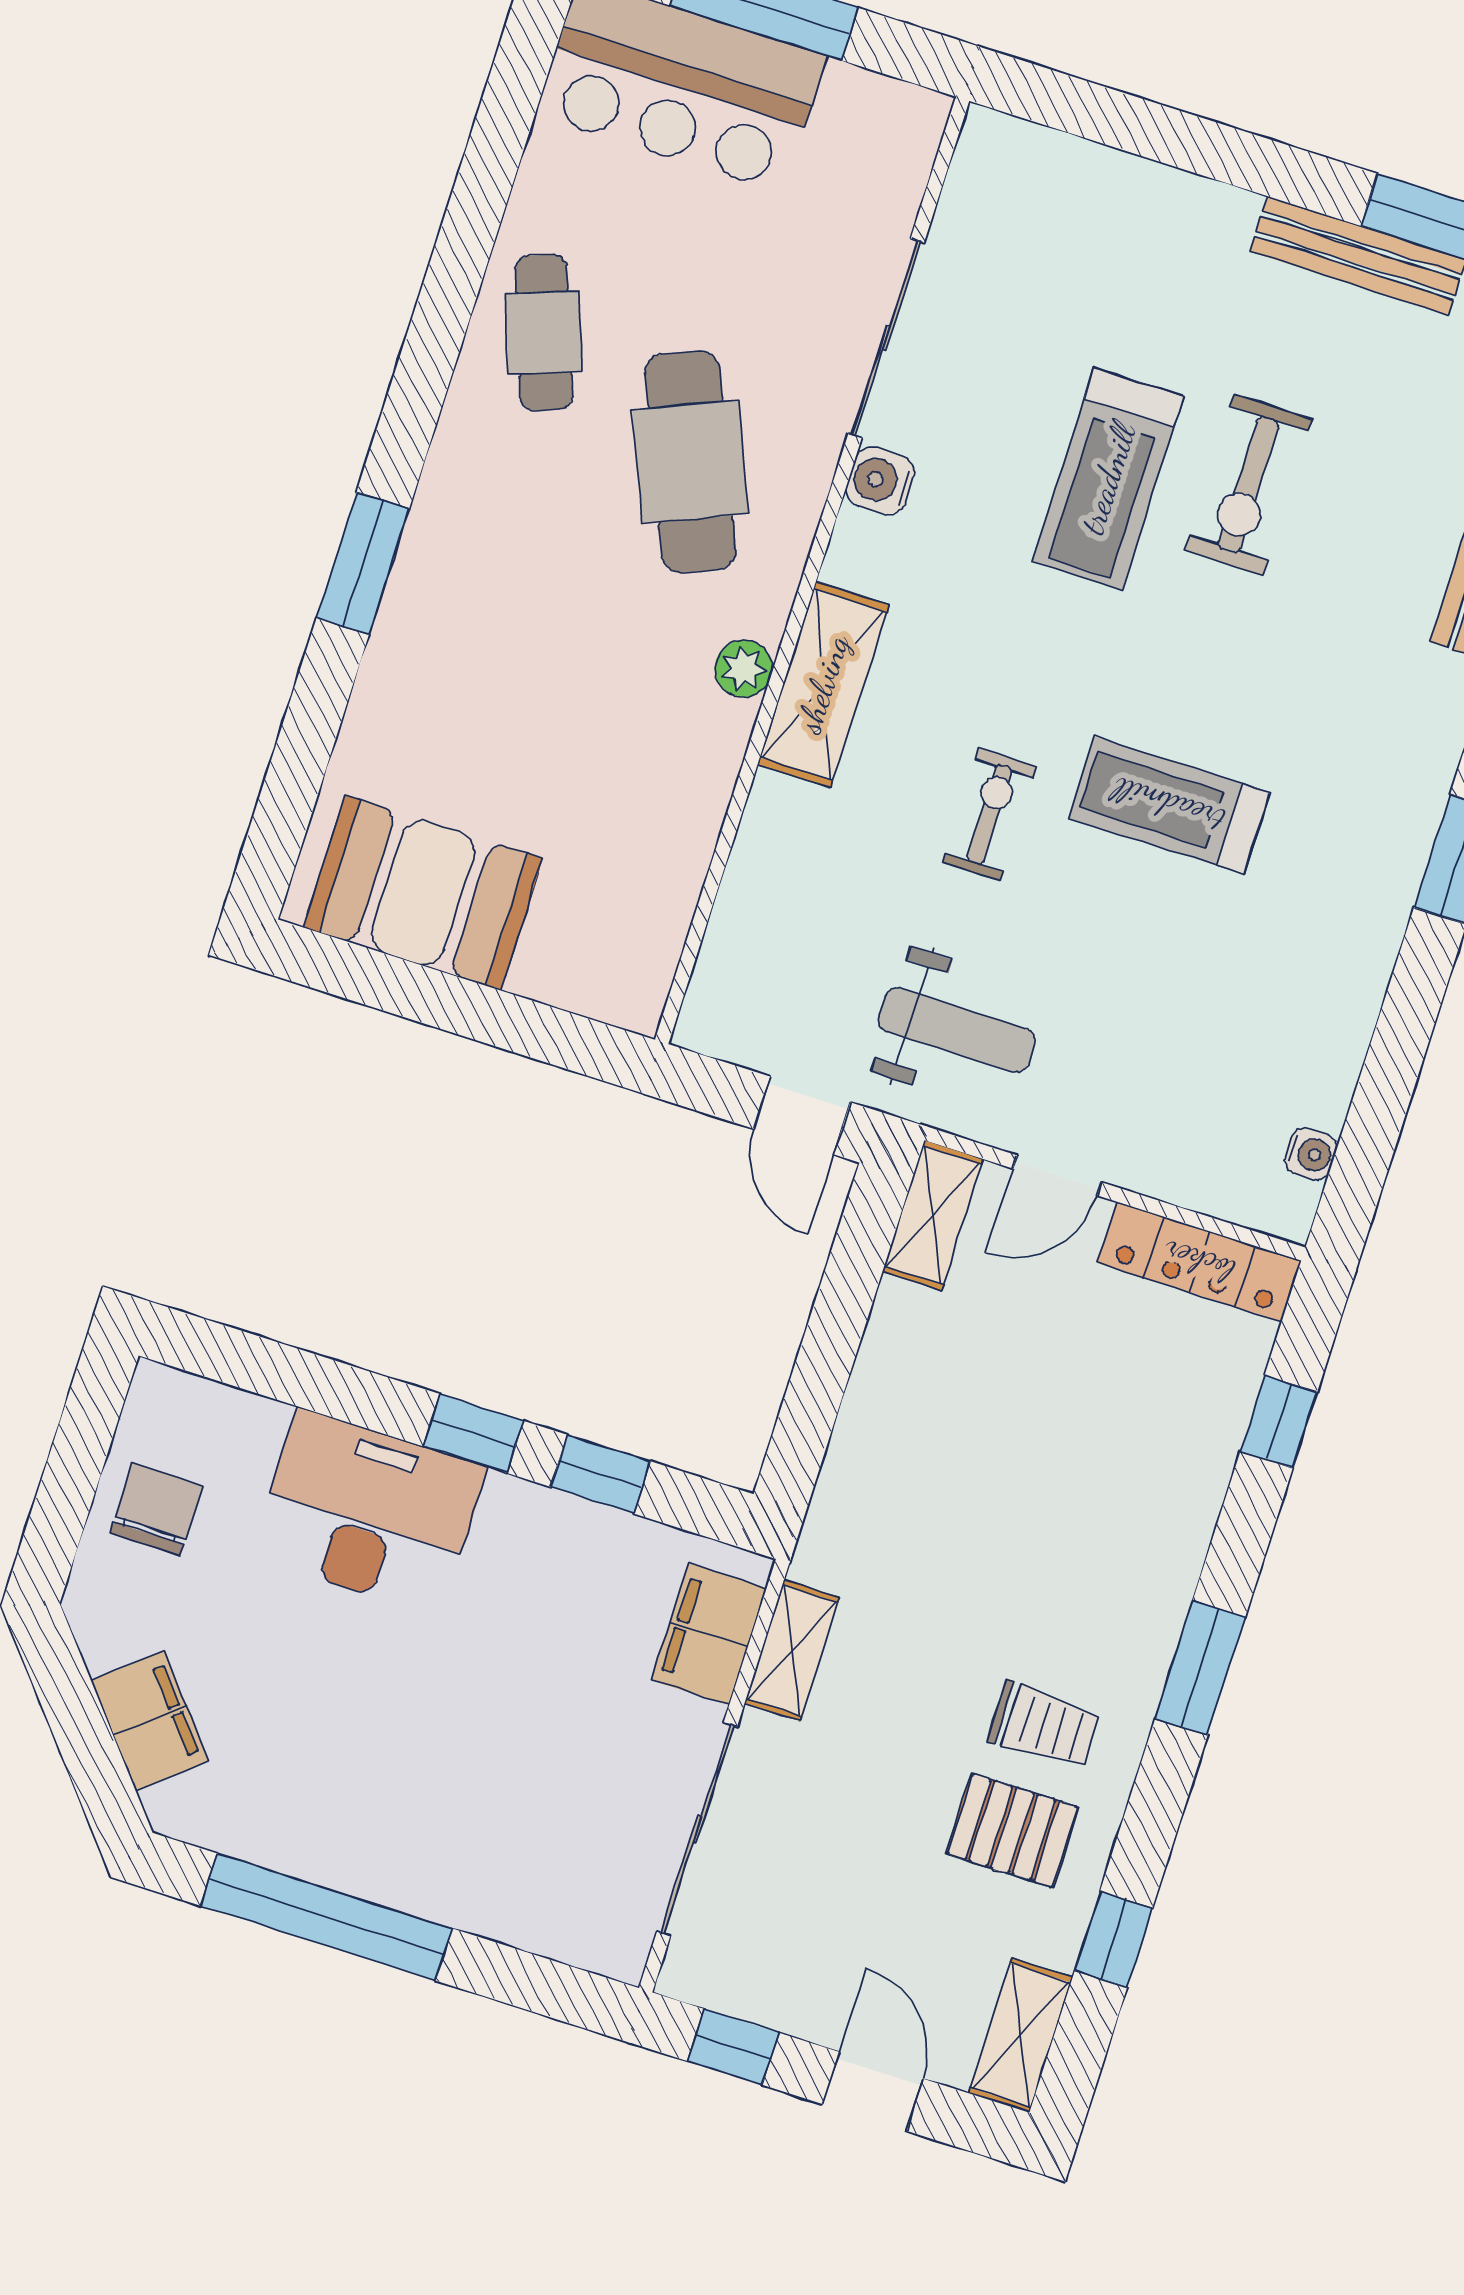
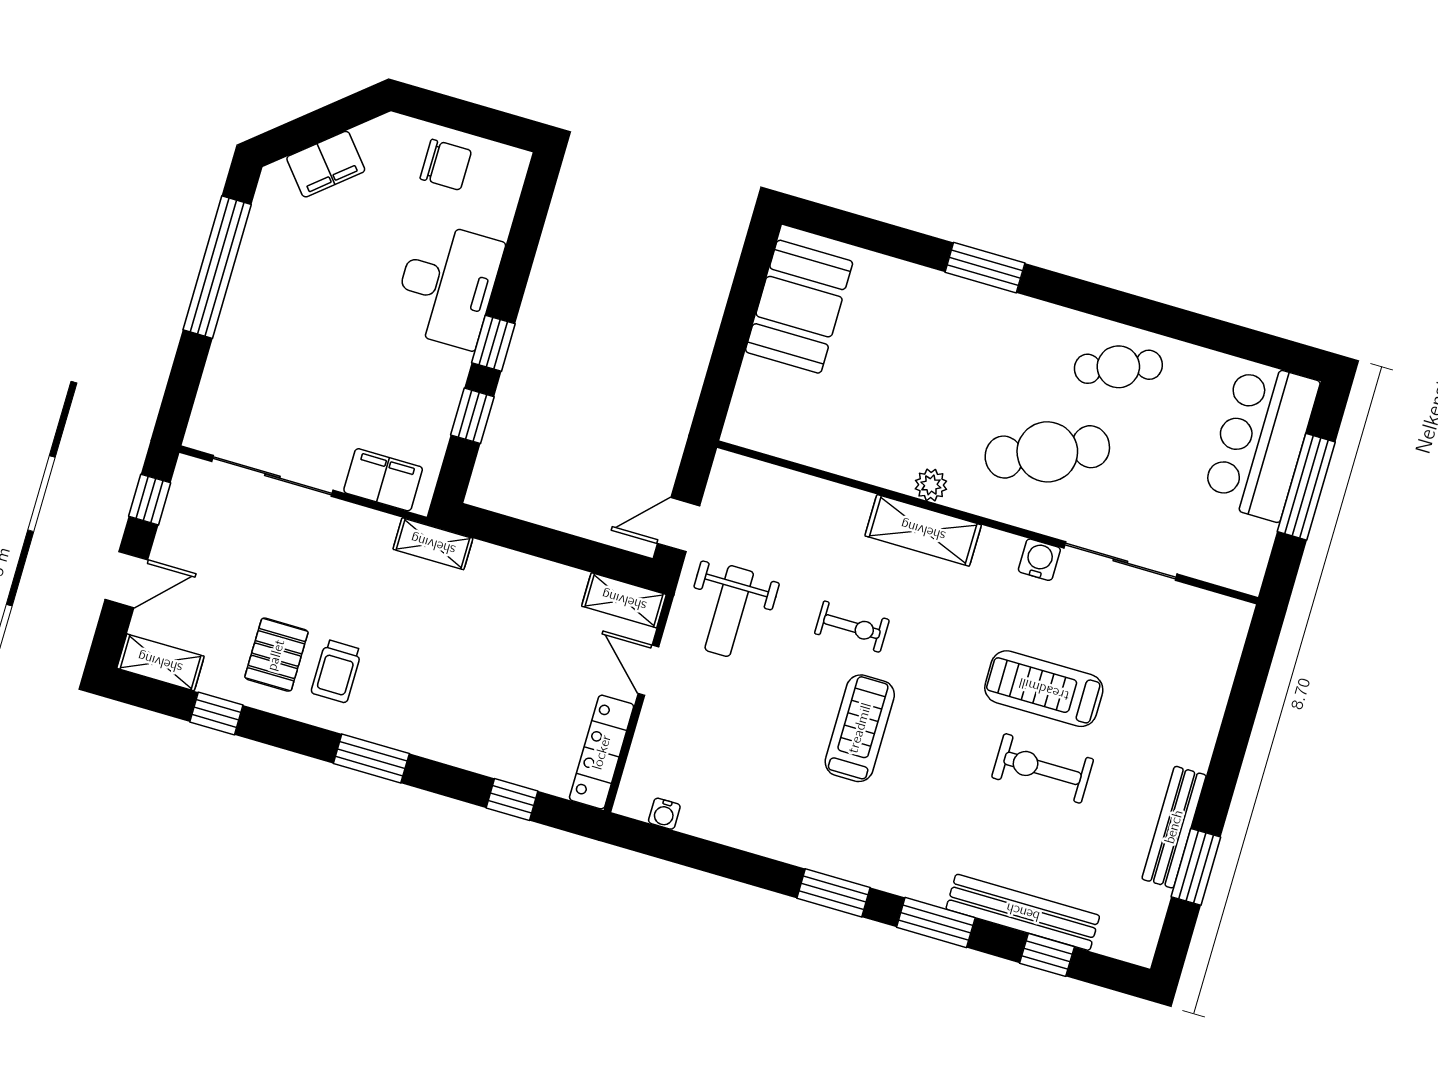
shelving: (792, 1650) -> (433, 544), moved

